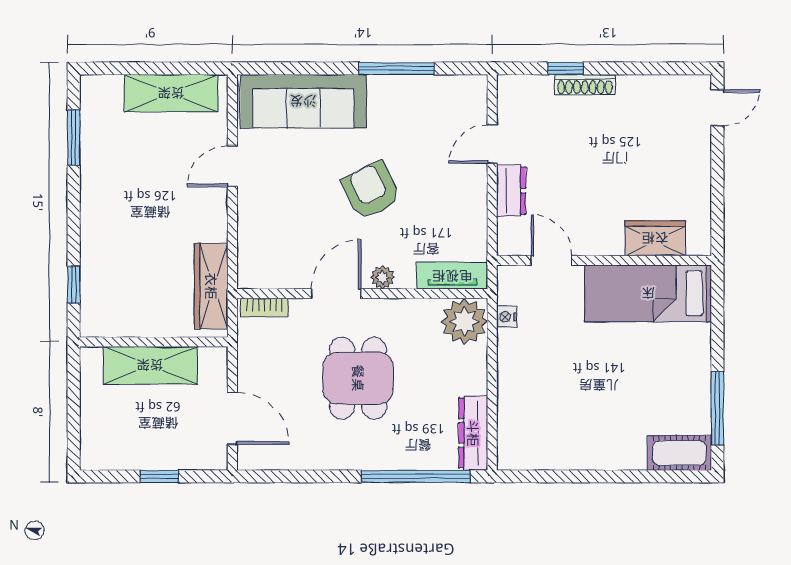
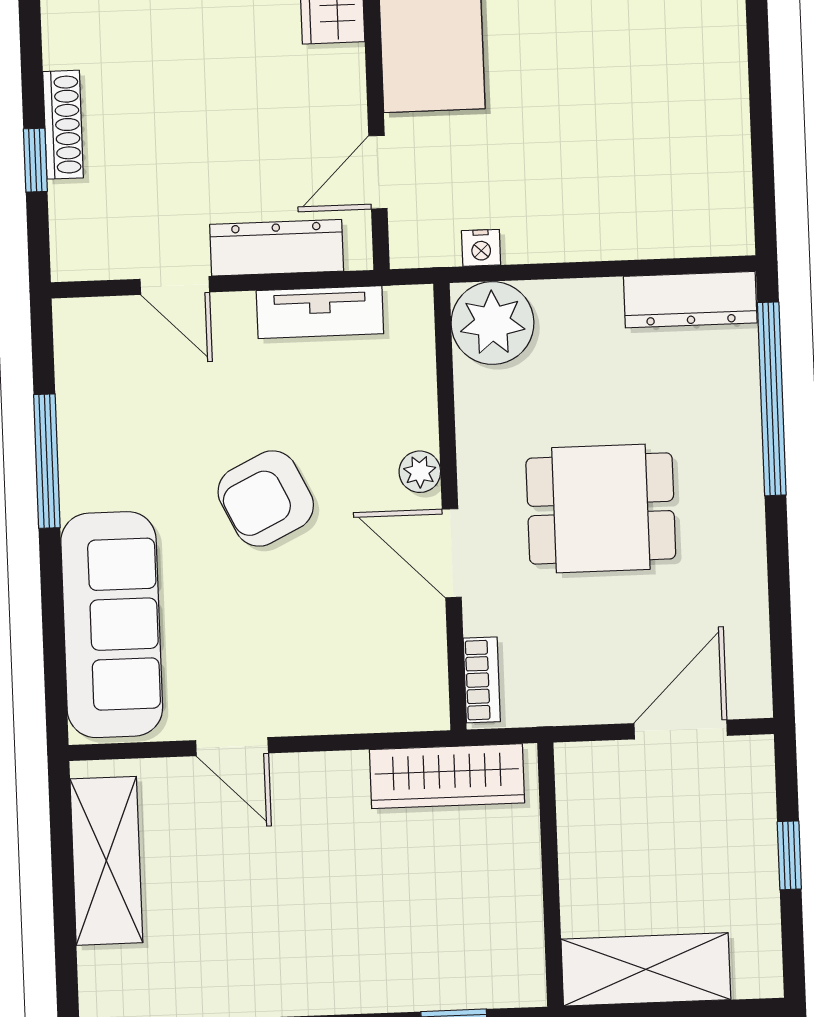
dresser: (511, 191) -> (277, 248), width x1.44
tv unit: (452, 276) -> (320, 312), moved, turned -90
shelving: (150, 365) -> (646, 969), moved, turned 90

